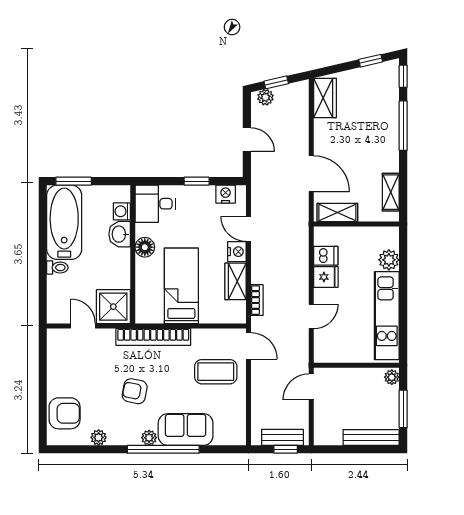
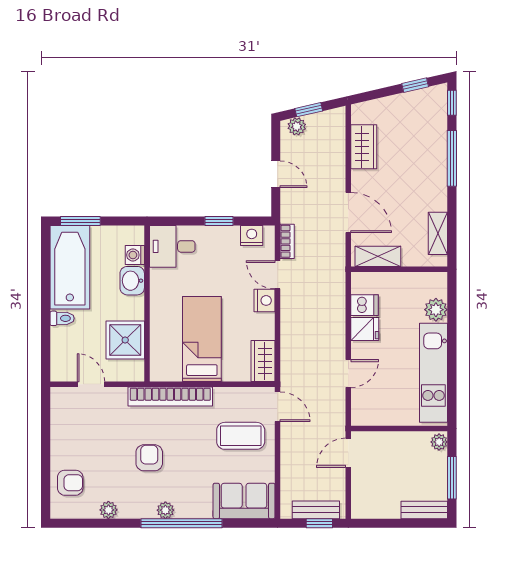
wardrobe: (325, 98) -> (364, 147), moved
floor lamp: (145, 247) -> (161, 295), removed
wardrobe: (236, 281) -> (263, 361), moved
bookcase: (257, 300) -> (287, 241), moved
shower: (113, 307) -> (125, 340), moved
armchair: (135, 391) -> (149, 458), turned 79
armchair: (65, 413) -> (70, 483), width x0.72, depth x0.72
sofa: (186, 429) -> (244, 501), moved
bench: (371, 437) -> (424, 510), width x0.73

